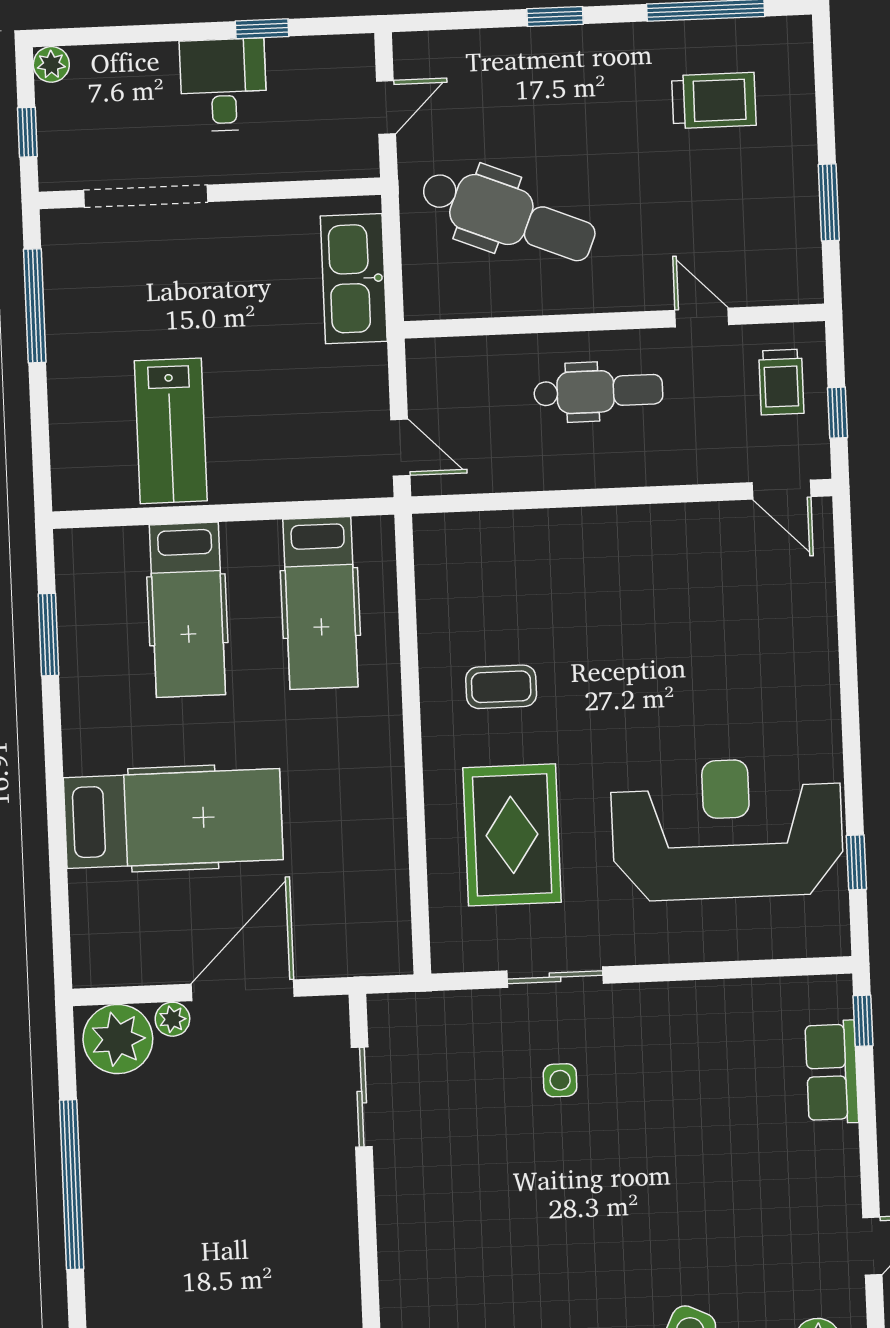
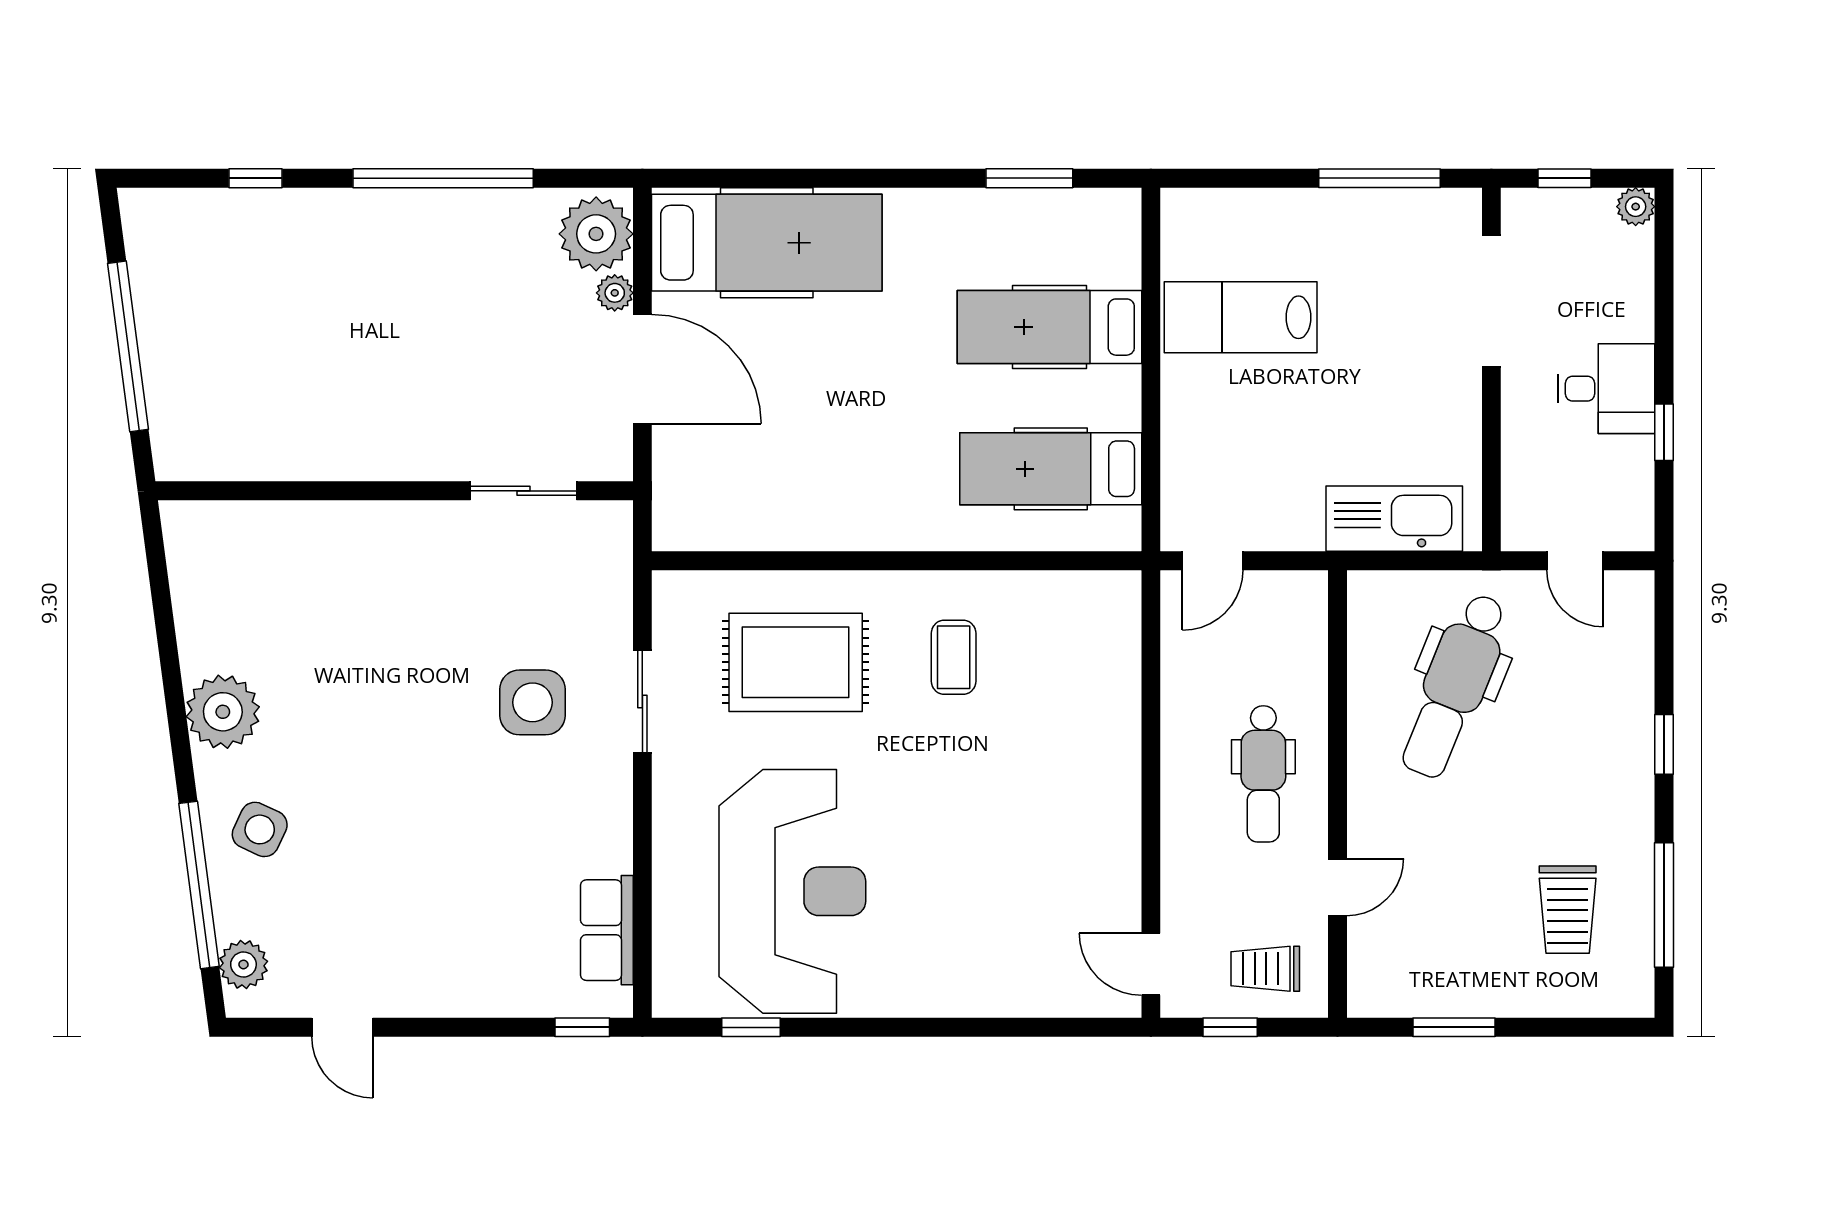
door: (781, 490) -> (1151, 964), hinge flipped
hospital bed: (173, 819) -> (767, 243), moved, turned -90
row of seats: (832, 1072) -> (607, 930), moved, turned -90
side table: (560, 1080) -> (533, 702), width x1.87, depth x1.87

